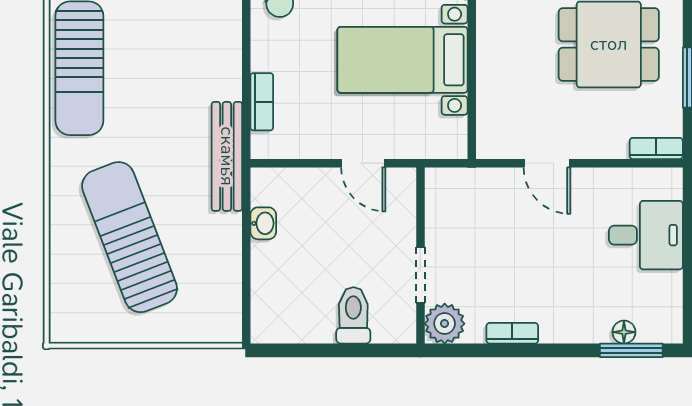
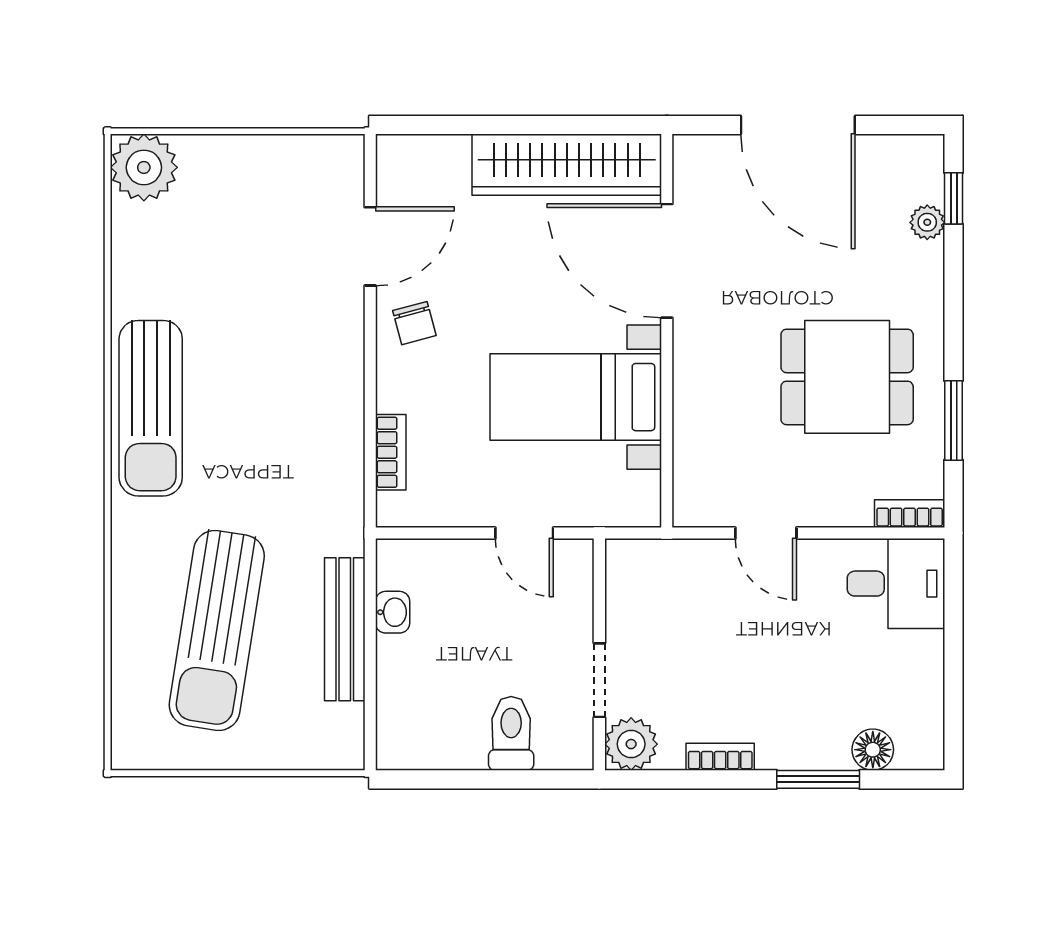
bench: (227, 156) -> (345, 629), moved
desk: (646, 235) -> (896, 584), moved
sun lounger: (130, 237) -> (217, 630), turned -150
floor lamp: (624, 332) -> (873, 750), width x1.37, depth x1.37
window: (631, 350) -> (818, 779), moved

